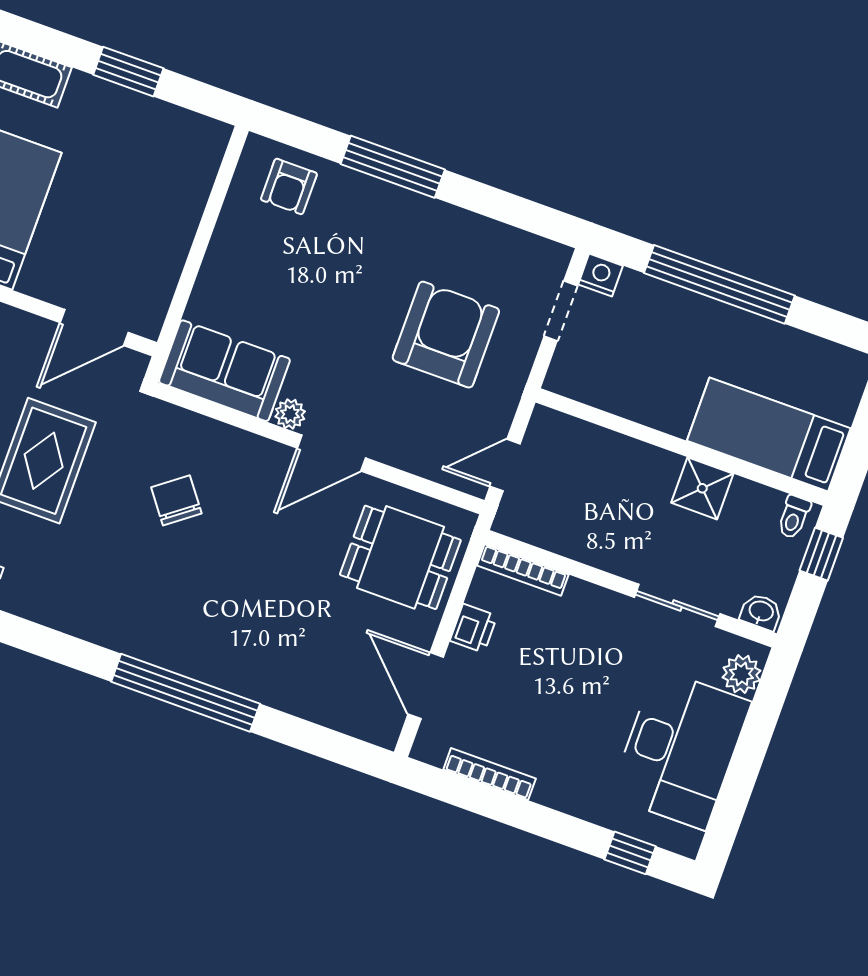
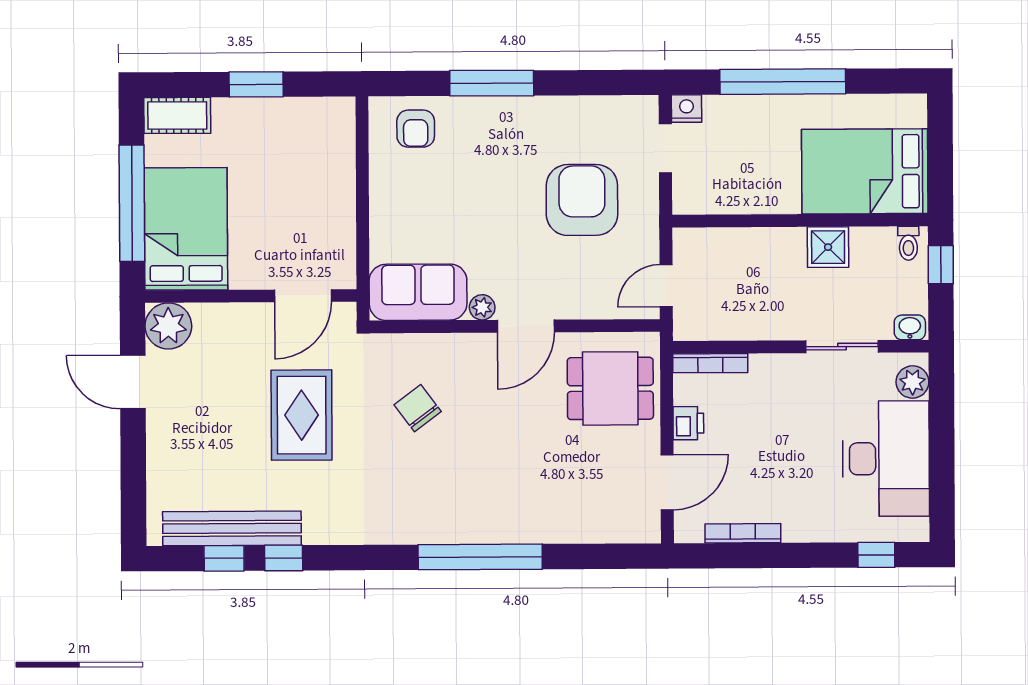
bed: (769, 434) -> (865, 171), width x1.50
door: (426, 686) -> (667, 482), swing flipped

